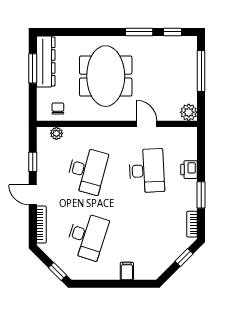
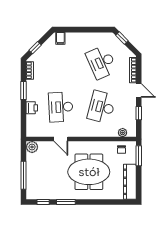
window: (33, 68) -> (139, 156), moved
meeting table: (106, 76) -> (89, 172), turned 90
desk: (87, 236) -> (102, 62), turned -42
filing cabinet: (127, 271) -> (60, 38), moved

